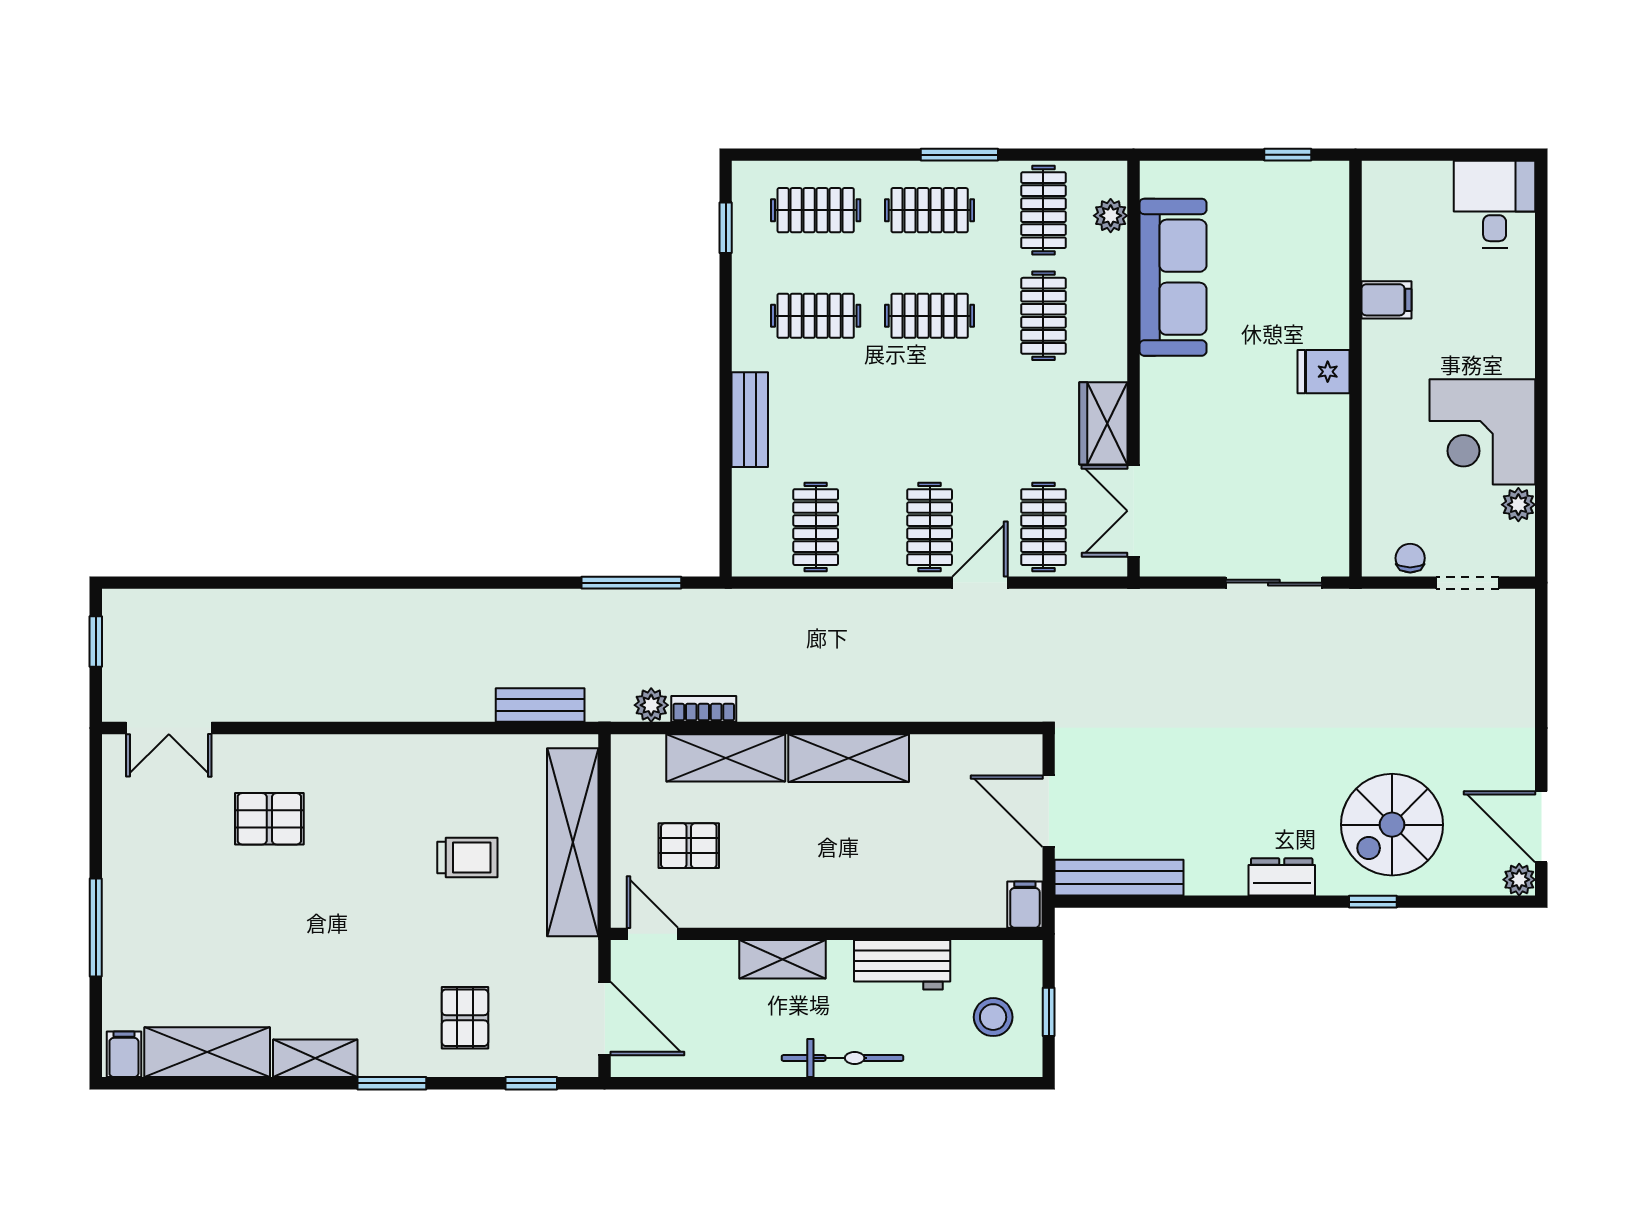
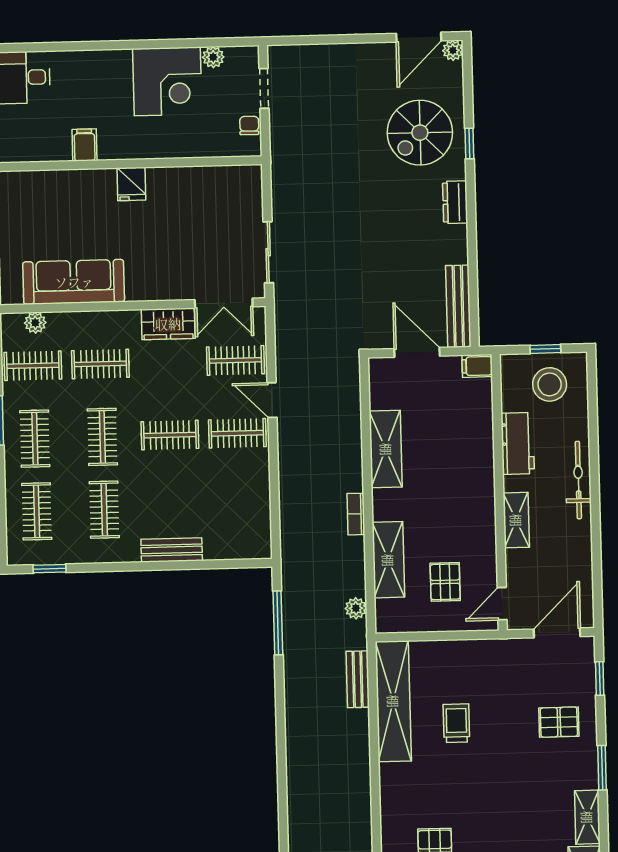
clothes rail: (816, 527) -> (170, 435), moved
chair: (1410, 558) -> (249, 125), turned 90
sliding door: (1274, 583) -> (268, 252), moved
bookcase: (704, 709) -> (356, 514), moved
shelving: (849, 758) -> (386, 449), moved
door: (1049, 811) -> (417, 352), swing flipped
spiral stairs: (1392, 825) -> (420, 133), turned 90
shelving: (573, 842) -> (393, 701), moved, turned 90
stool: (993, 1017) -> (550, 384), width x1.38, depth x1.38

